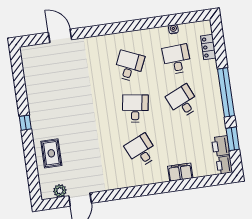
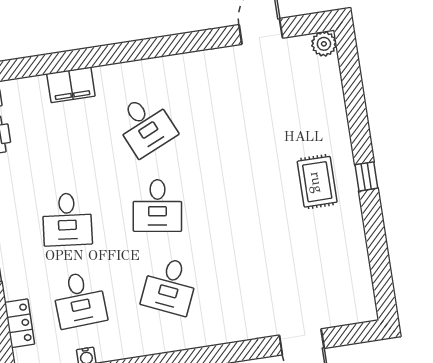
desk: (183, 101) -> (67, 219), turned 30
rug: (51, 153) -> (317, 182), moved
plant: (60, 191) -> (324, 44), moved

